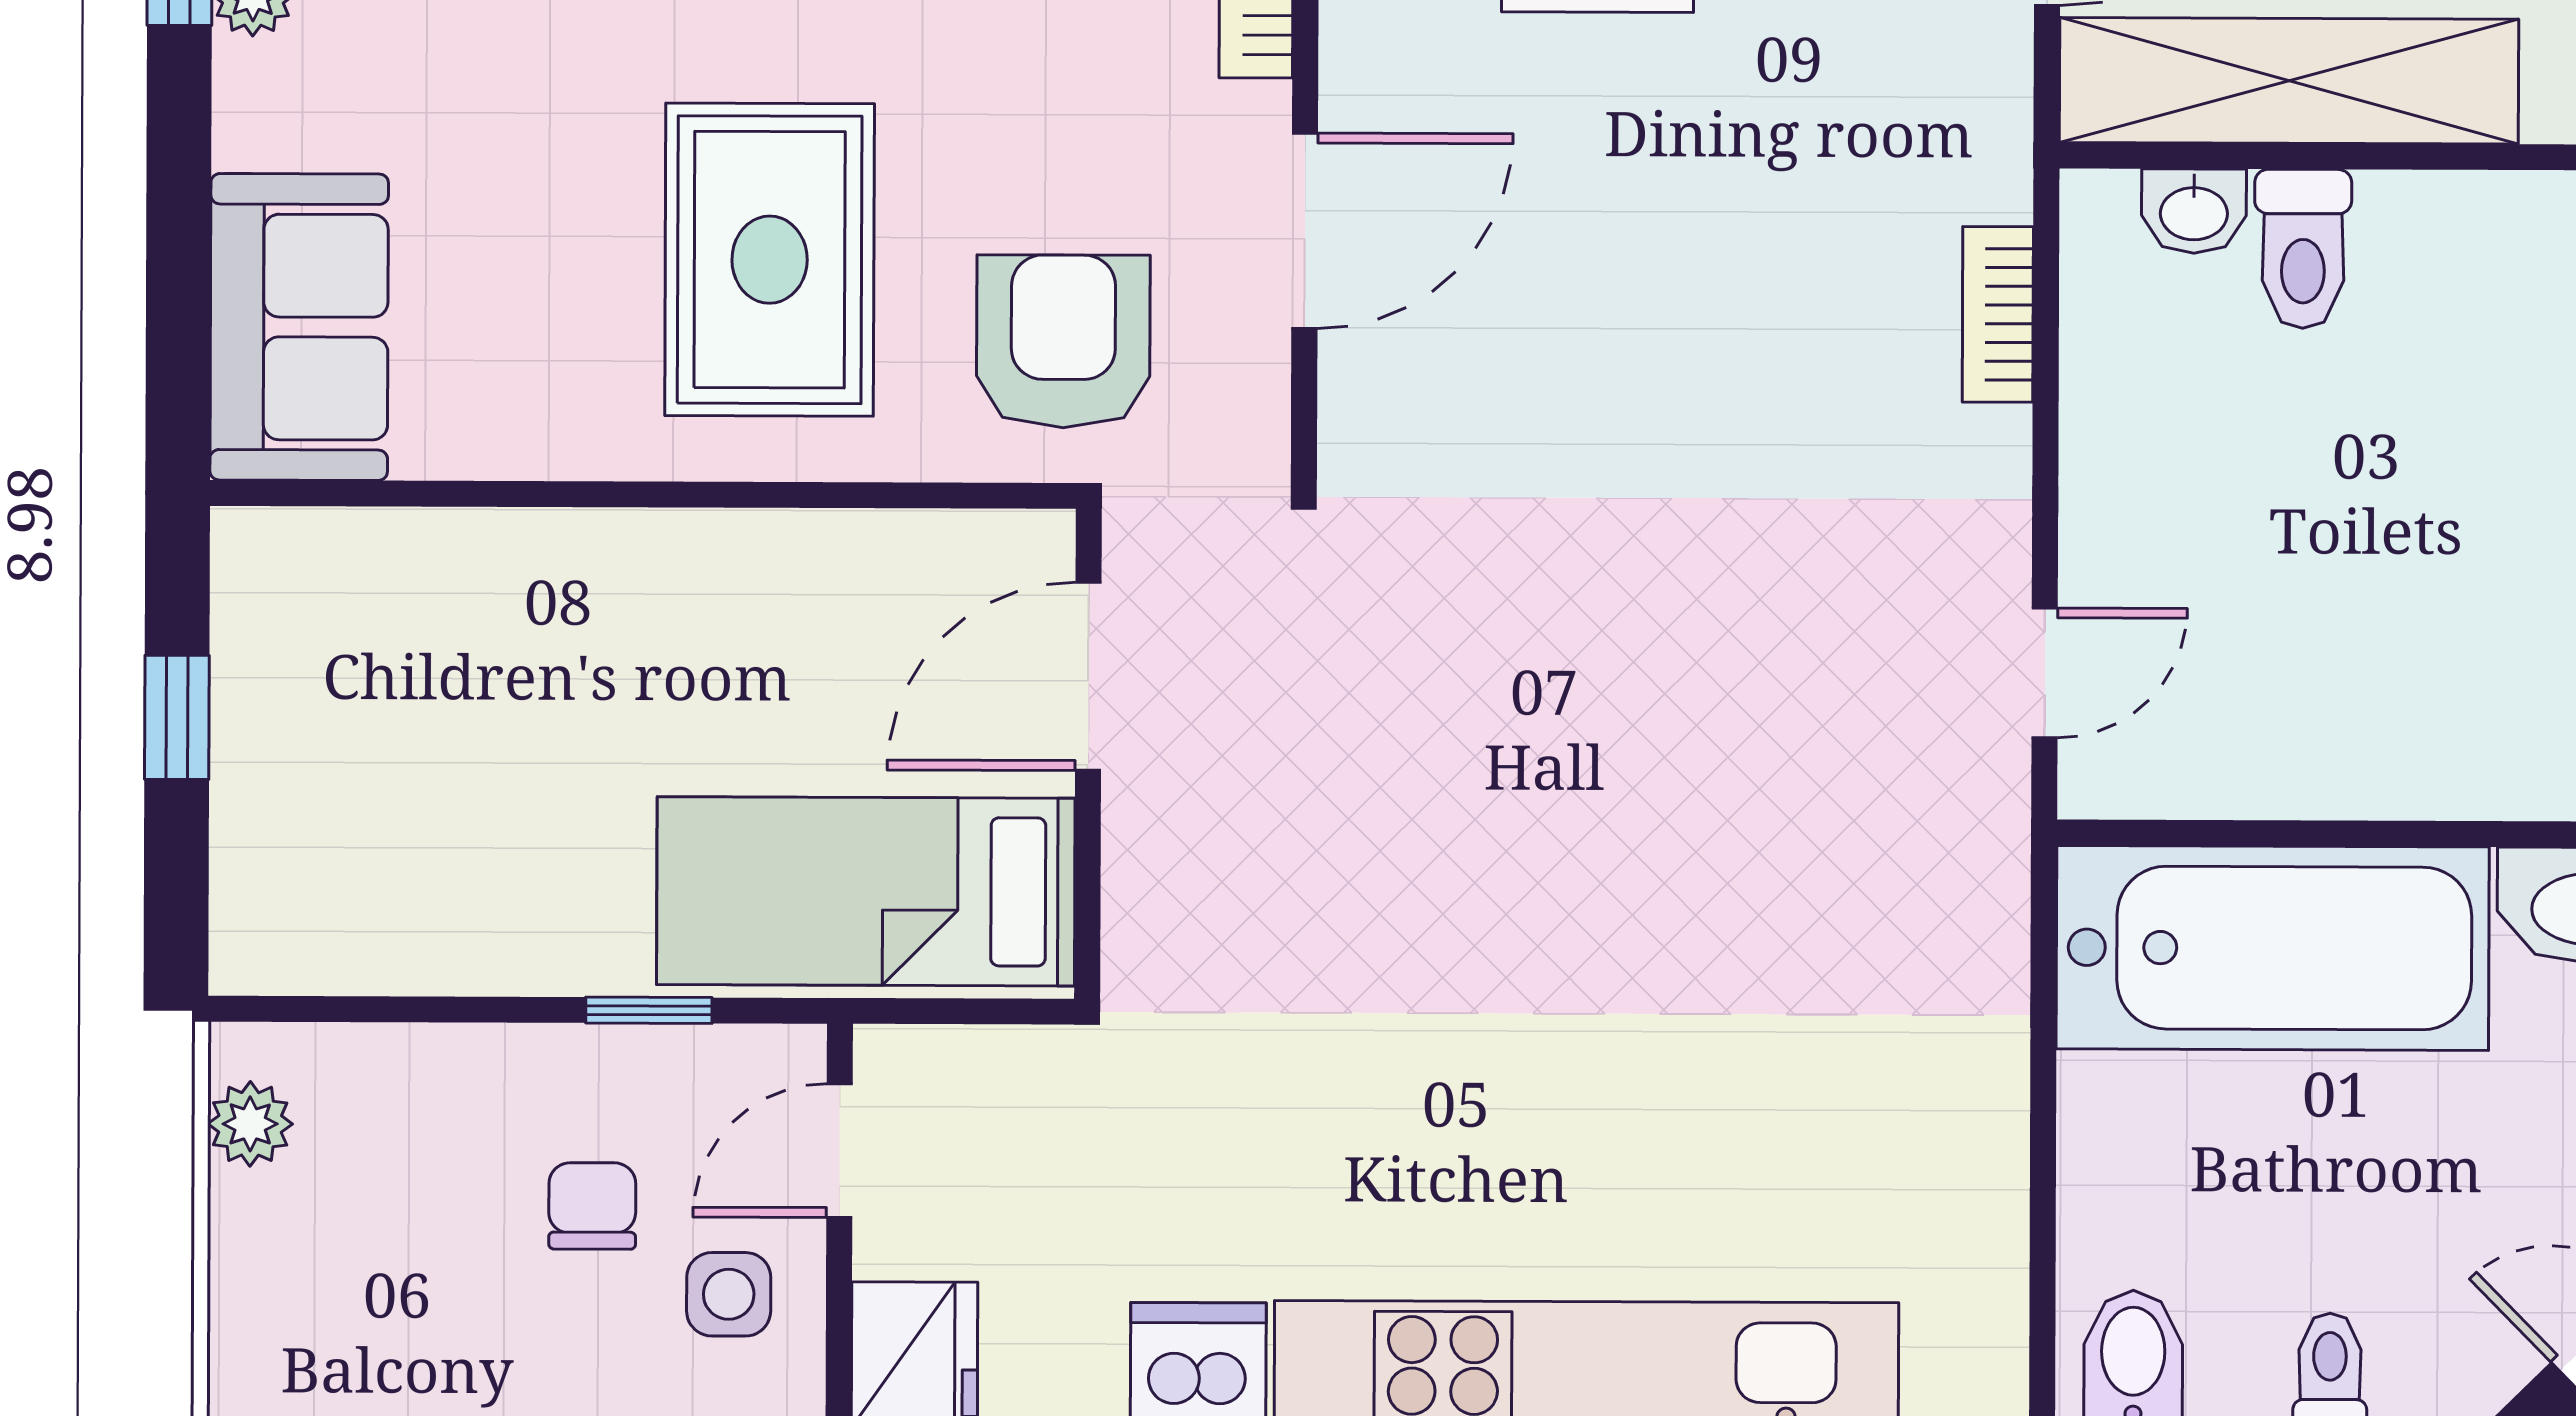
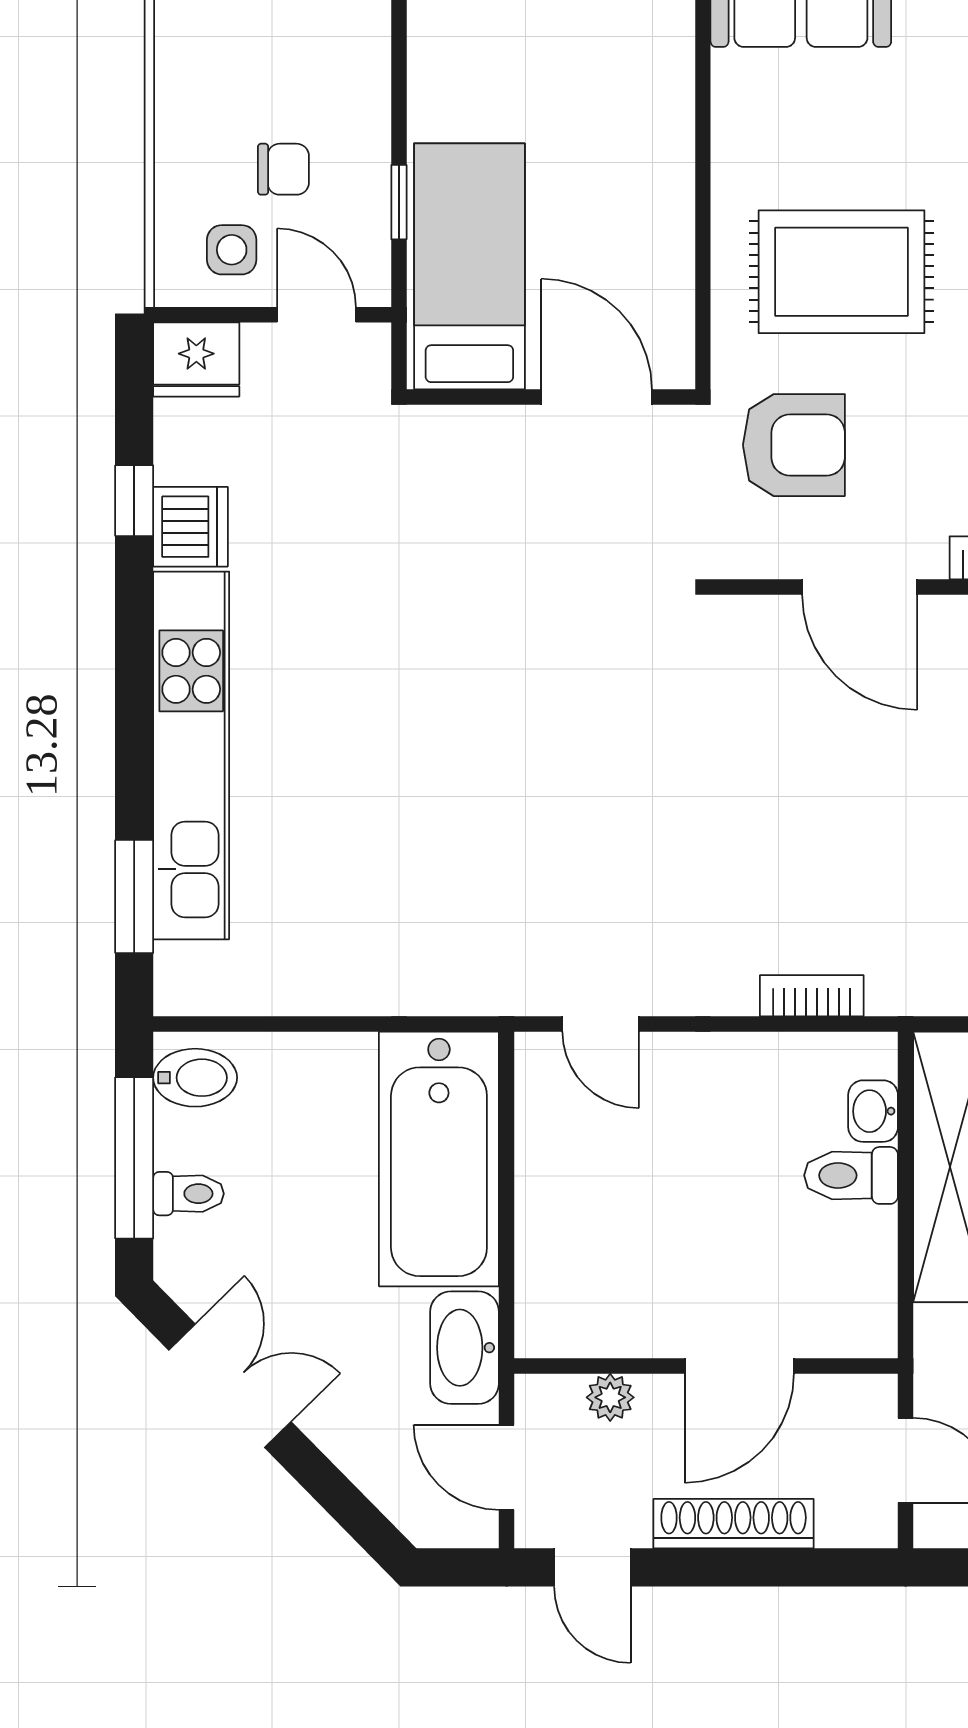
door: (1088, 676) -> (597, 397), moved
wall: (1088, 754) -> (551, 397), moved
bed: (866, 891) -> (469, 266), moved

